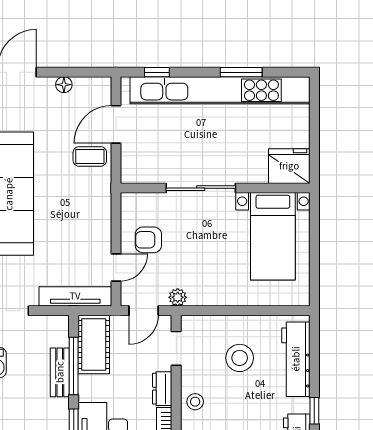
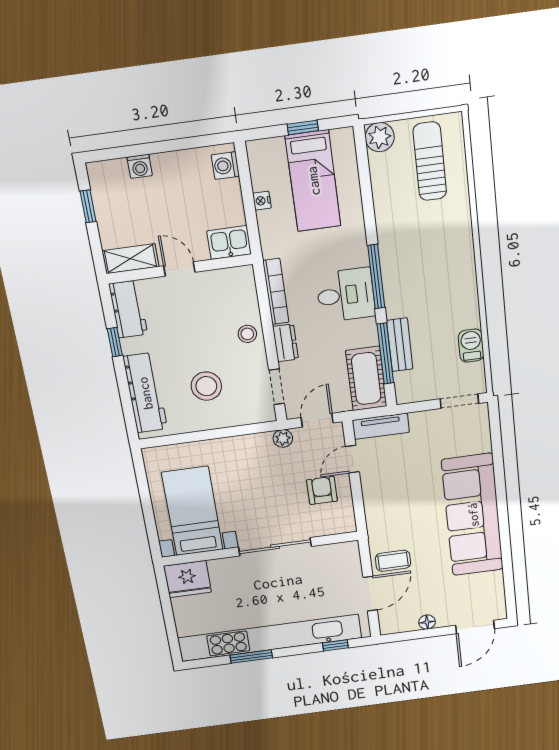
armchair: (148, 240) -> (322, 490), turned -90
tv unit: (75, 296) -> (381, 426), width x0.71

